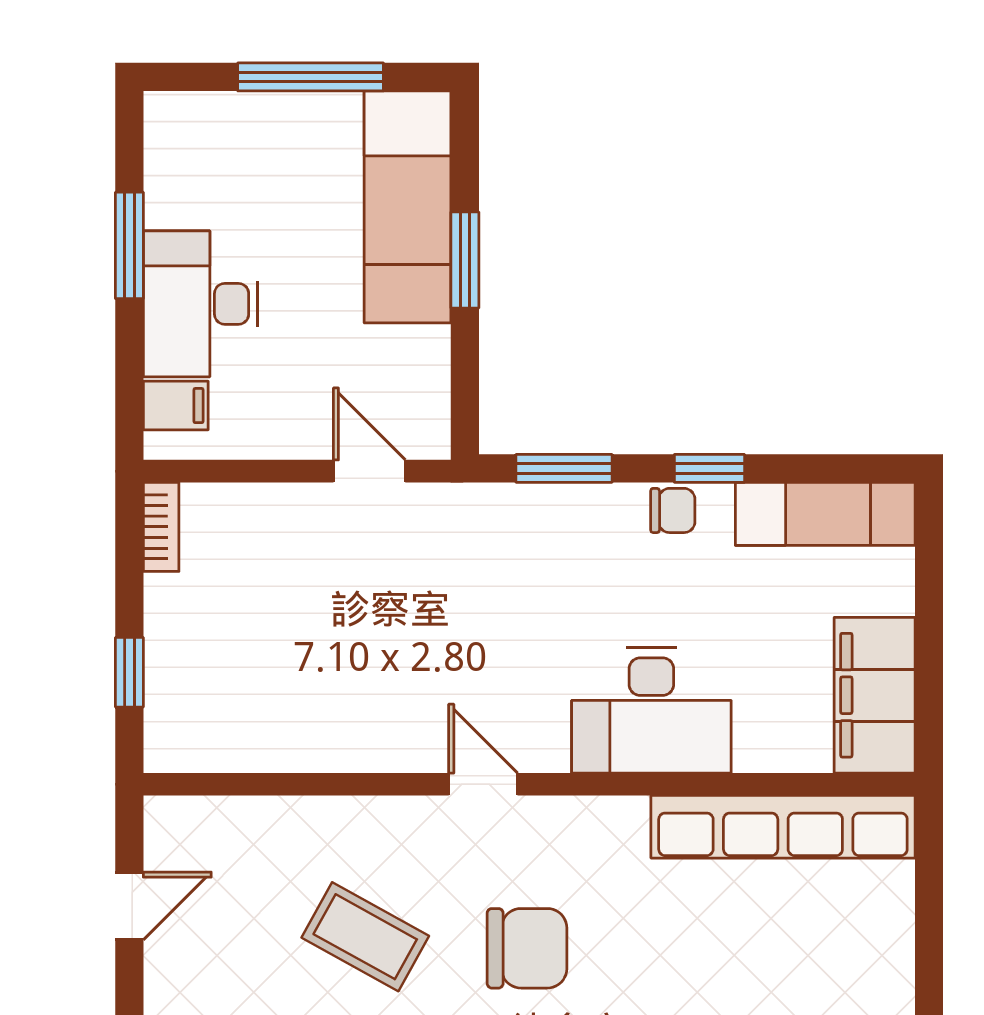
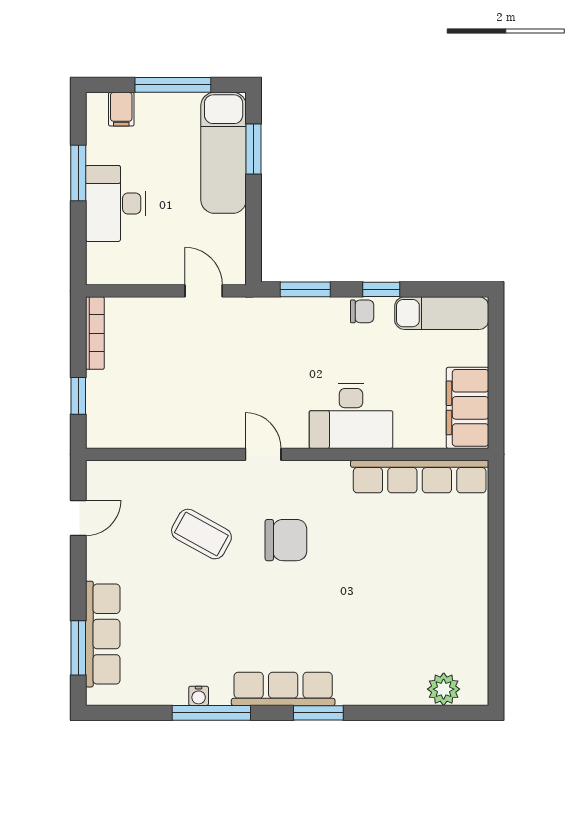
window: (465, 260) -> (254, 149), moved
filing cabinet: (176, 406) -> (121, 109), moved, turned 90
bookcase: (161, 527) -> (95, 333), width x1.56

